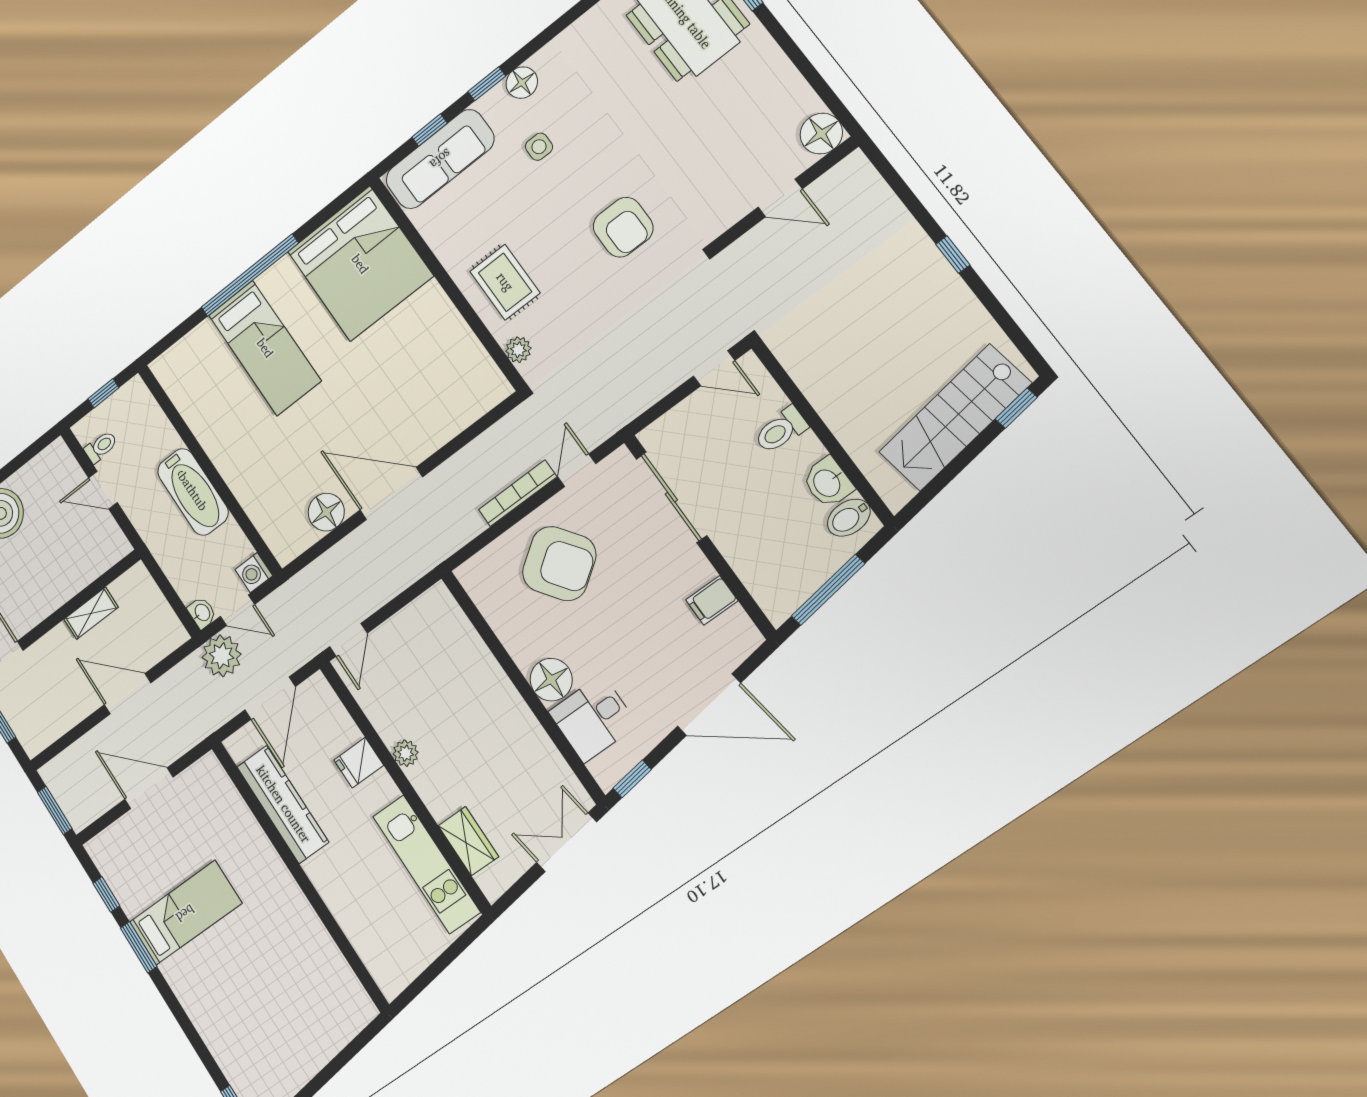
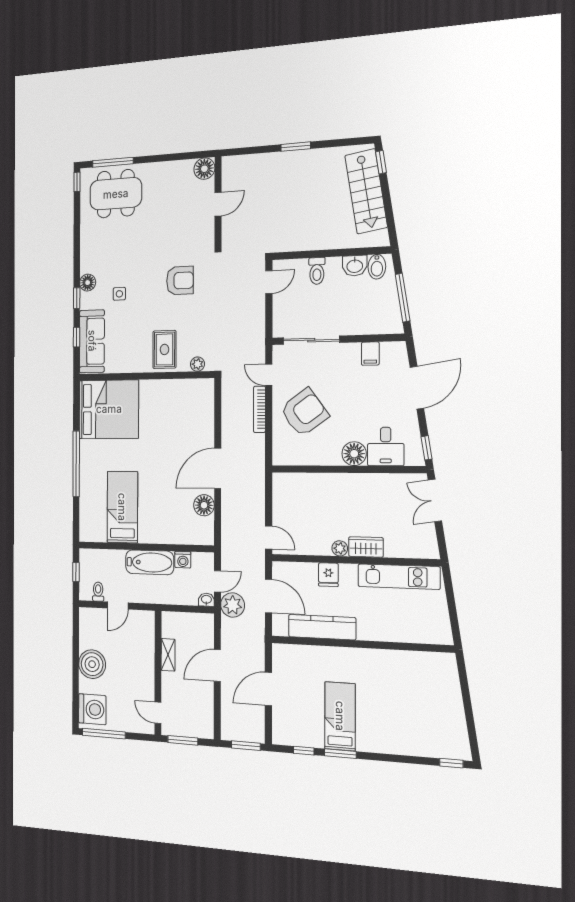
window: (953, 255) -> (296, 147), width x1.50
rug: (505, 282) -> (164, 349), turned 90
bed: (265, 348) -> (122, 507), moved, turned -90
washing machine: (254, 573) -> (183, 560), moved
wardrobe: (468, 841) -> (366, 547), moved

